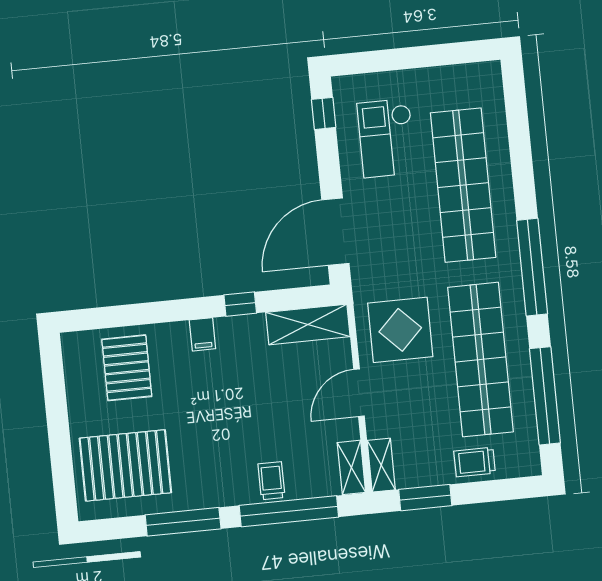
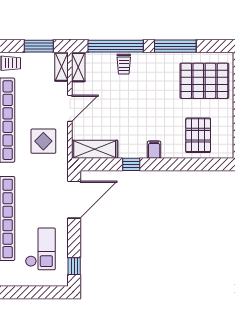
display table: (400, 330) -> (43, 141), width x0.73, depth x0.73

